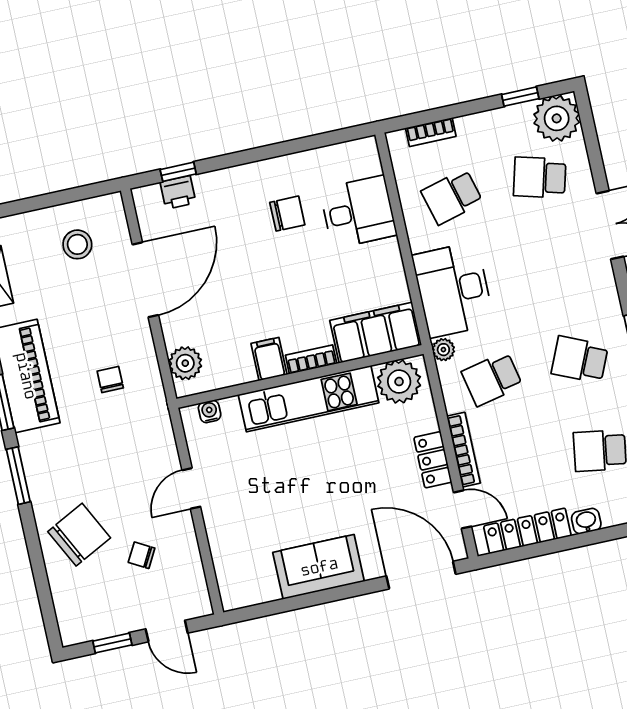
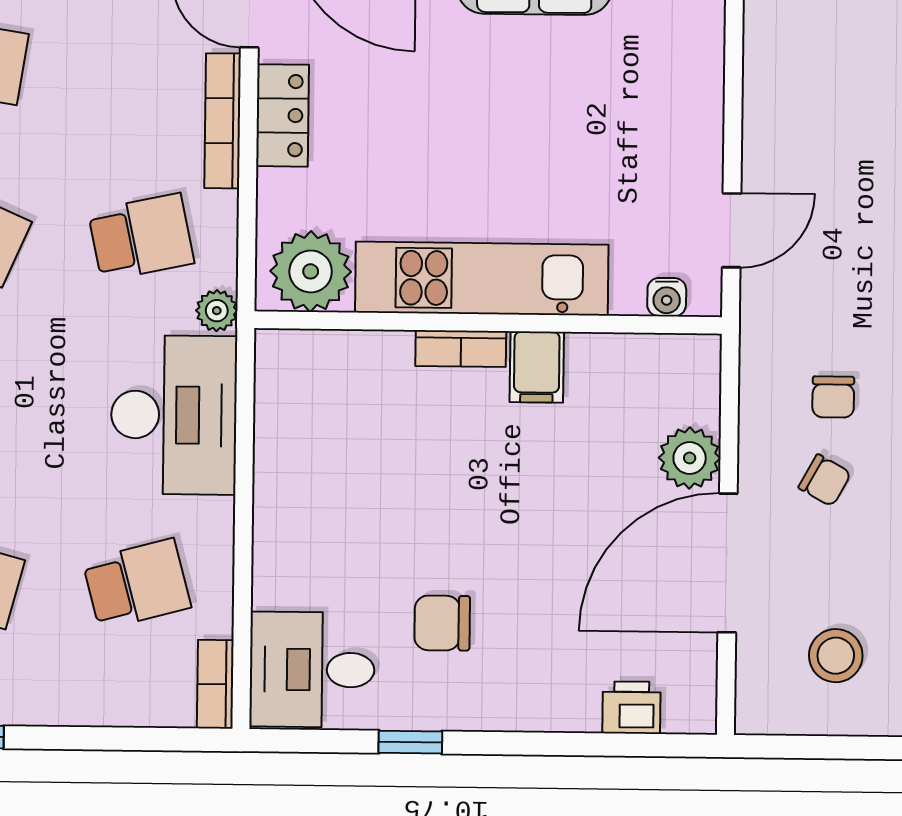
bookcase: (431, 132) -> (215, 684), moved, turned -90
window: (178, 172) -> (410, 742), moved
desk: (358, 212) -> (312, 670), moved
filing cabinet: (376, 333) -> (332, 370), removed
plant: (185, 363) -> (690, 458), moved
door: (191, 488) -> (732, 230), moved
chair: (142, 555) -> (825, 480), moved

